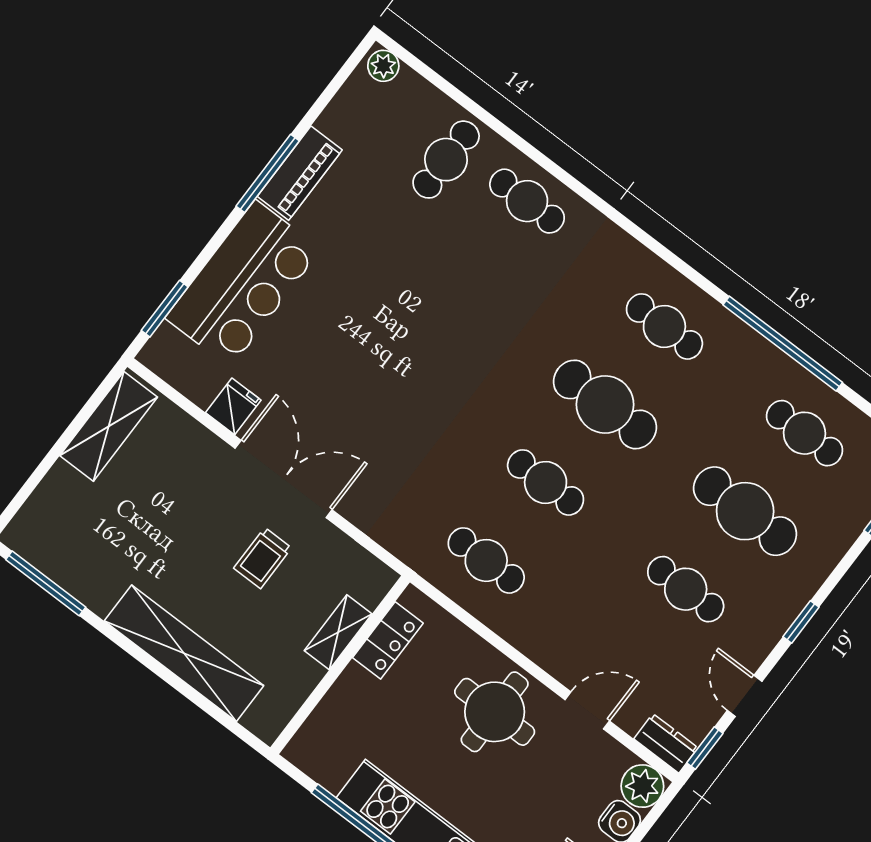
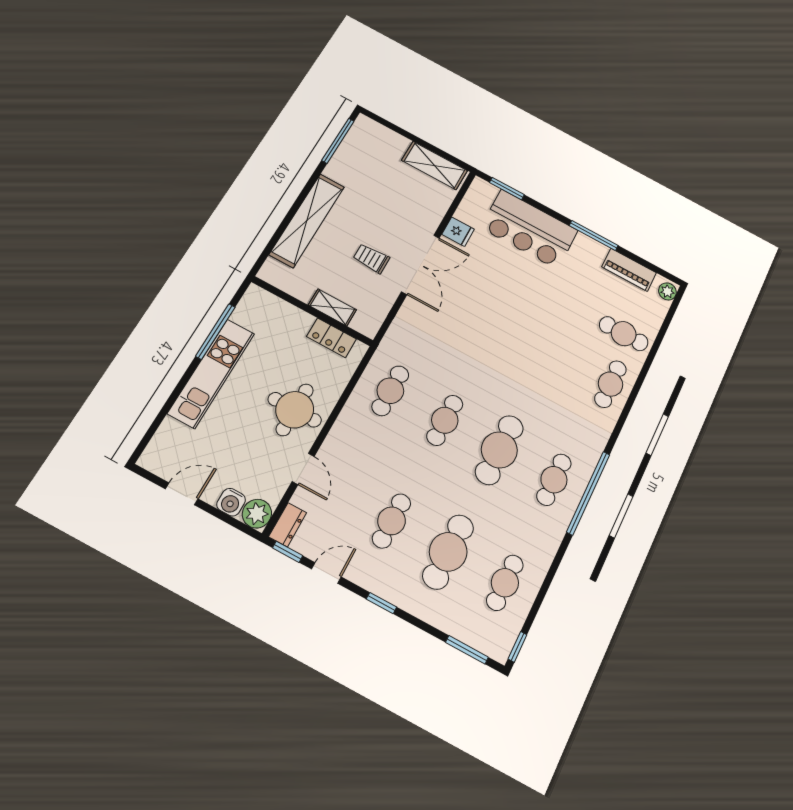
piano: (300, 173) -> (629, 270), moved
window: (783, 344) -> (588, 493), moved

